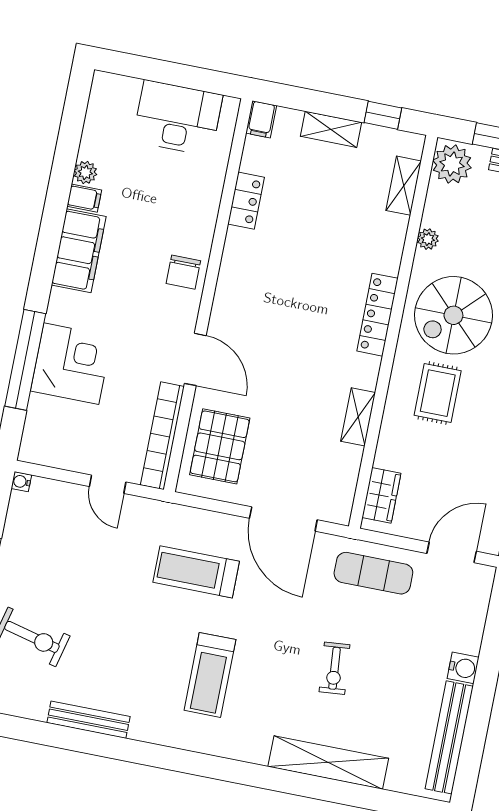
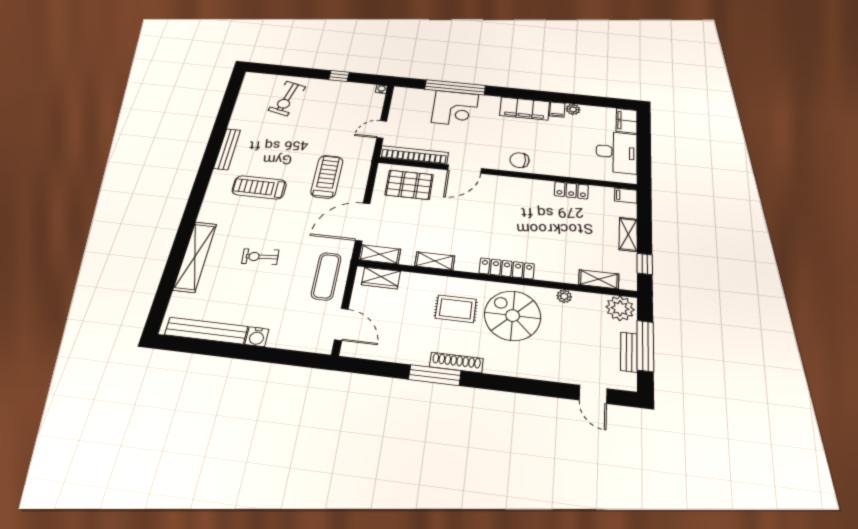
filing cabinet: (115, 90) -> (627, 121), added
shelving: (342, 496) -> (380, 254), added
bench: (88, 720) -> (227, 149), moved

